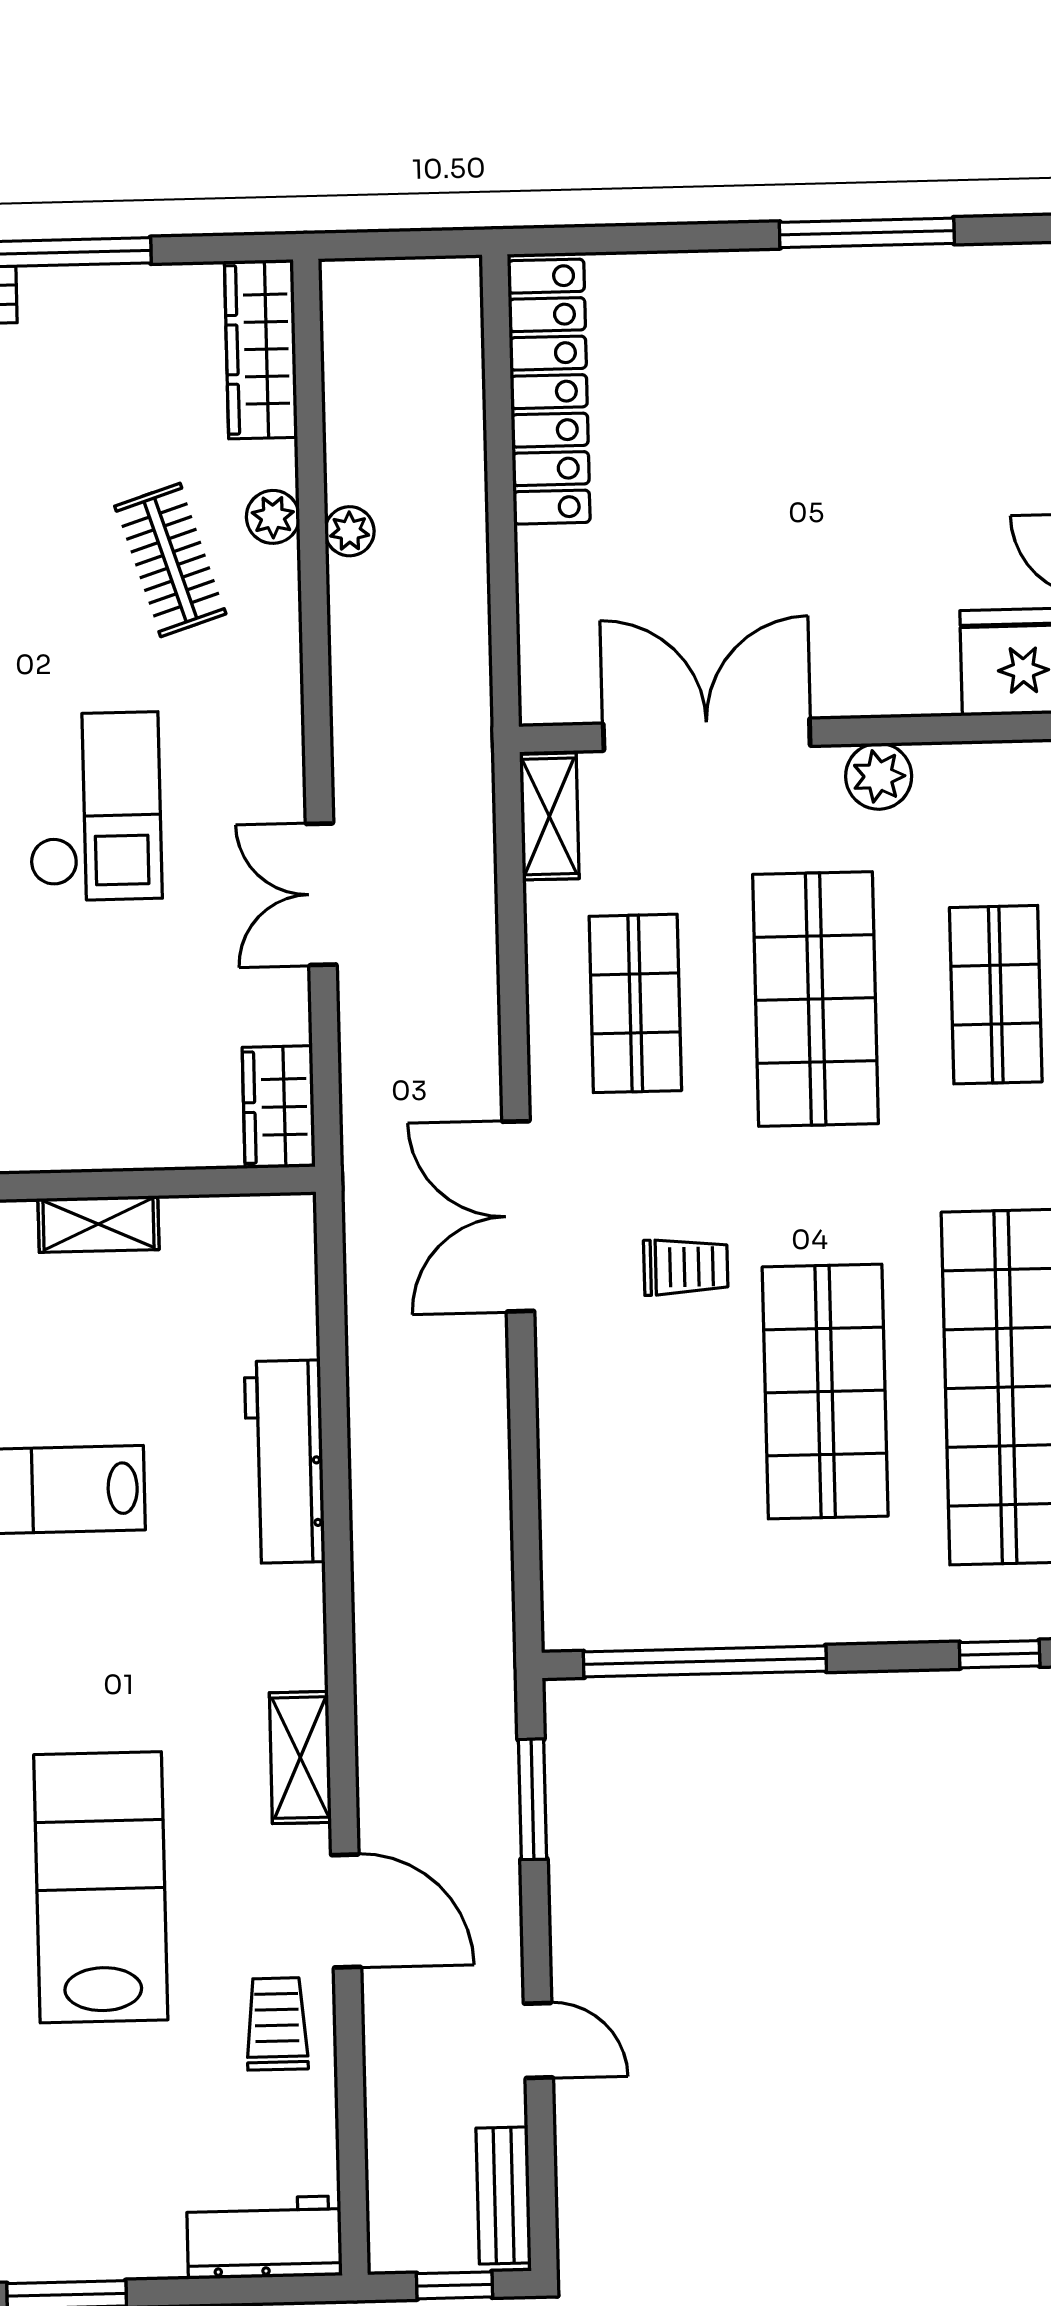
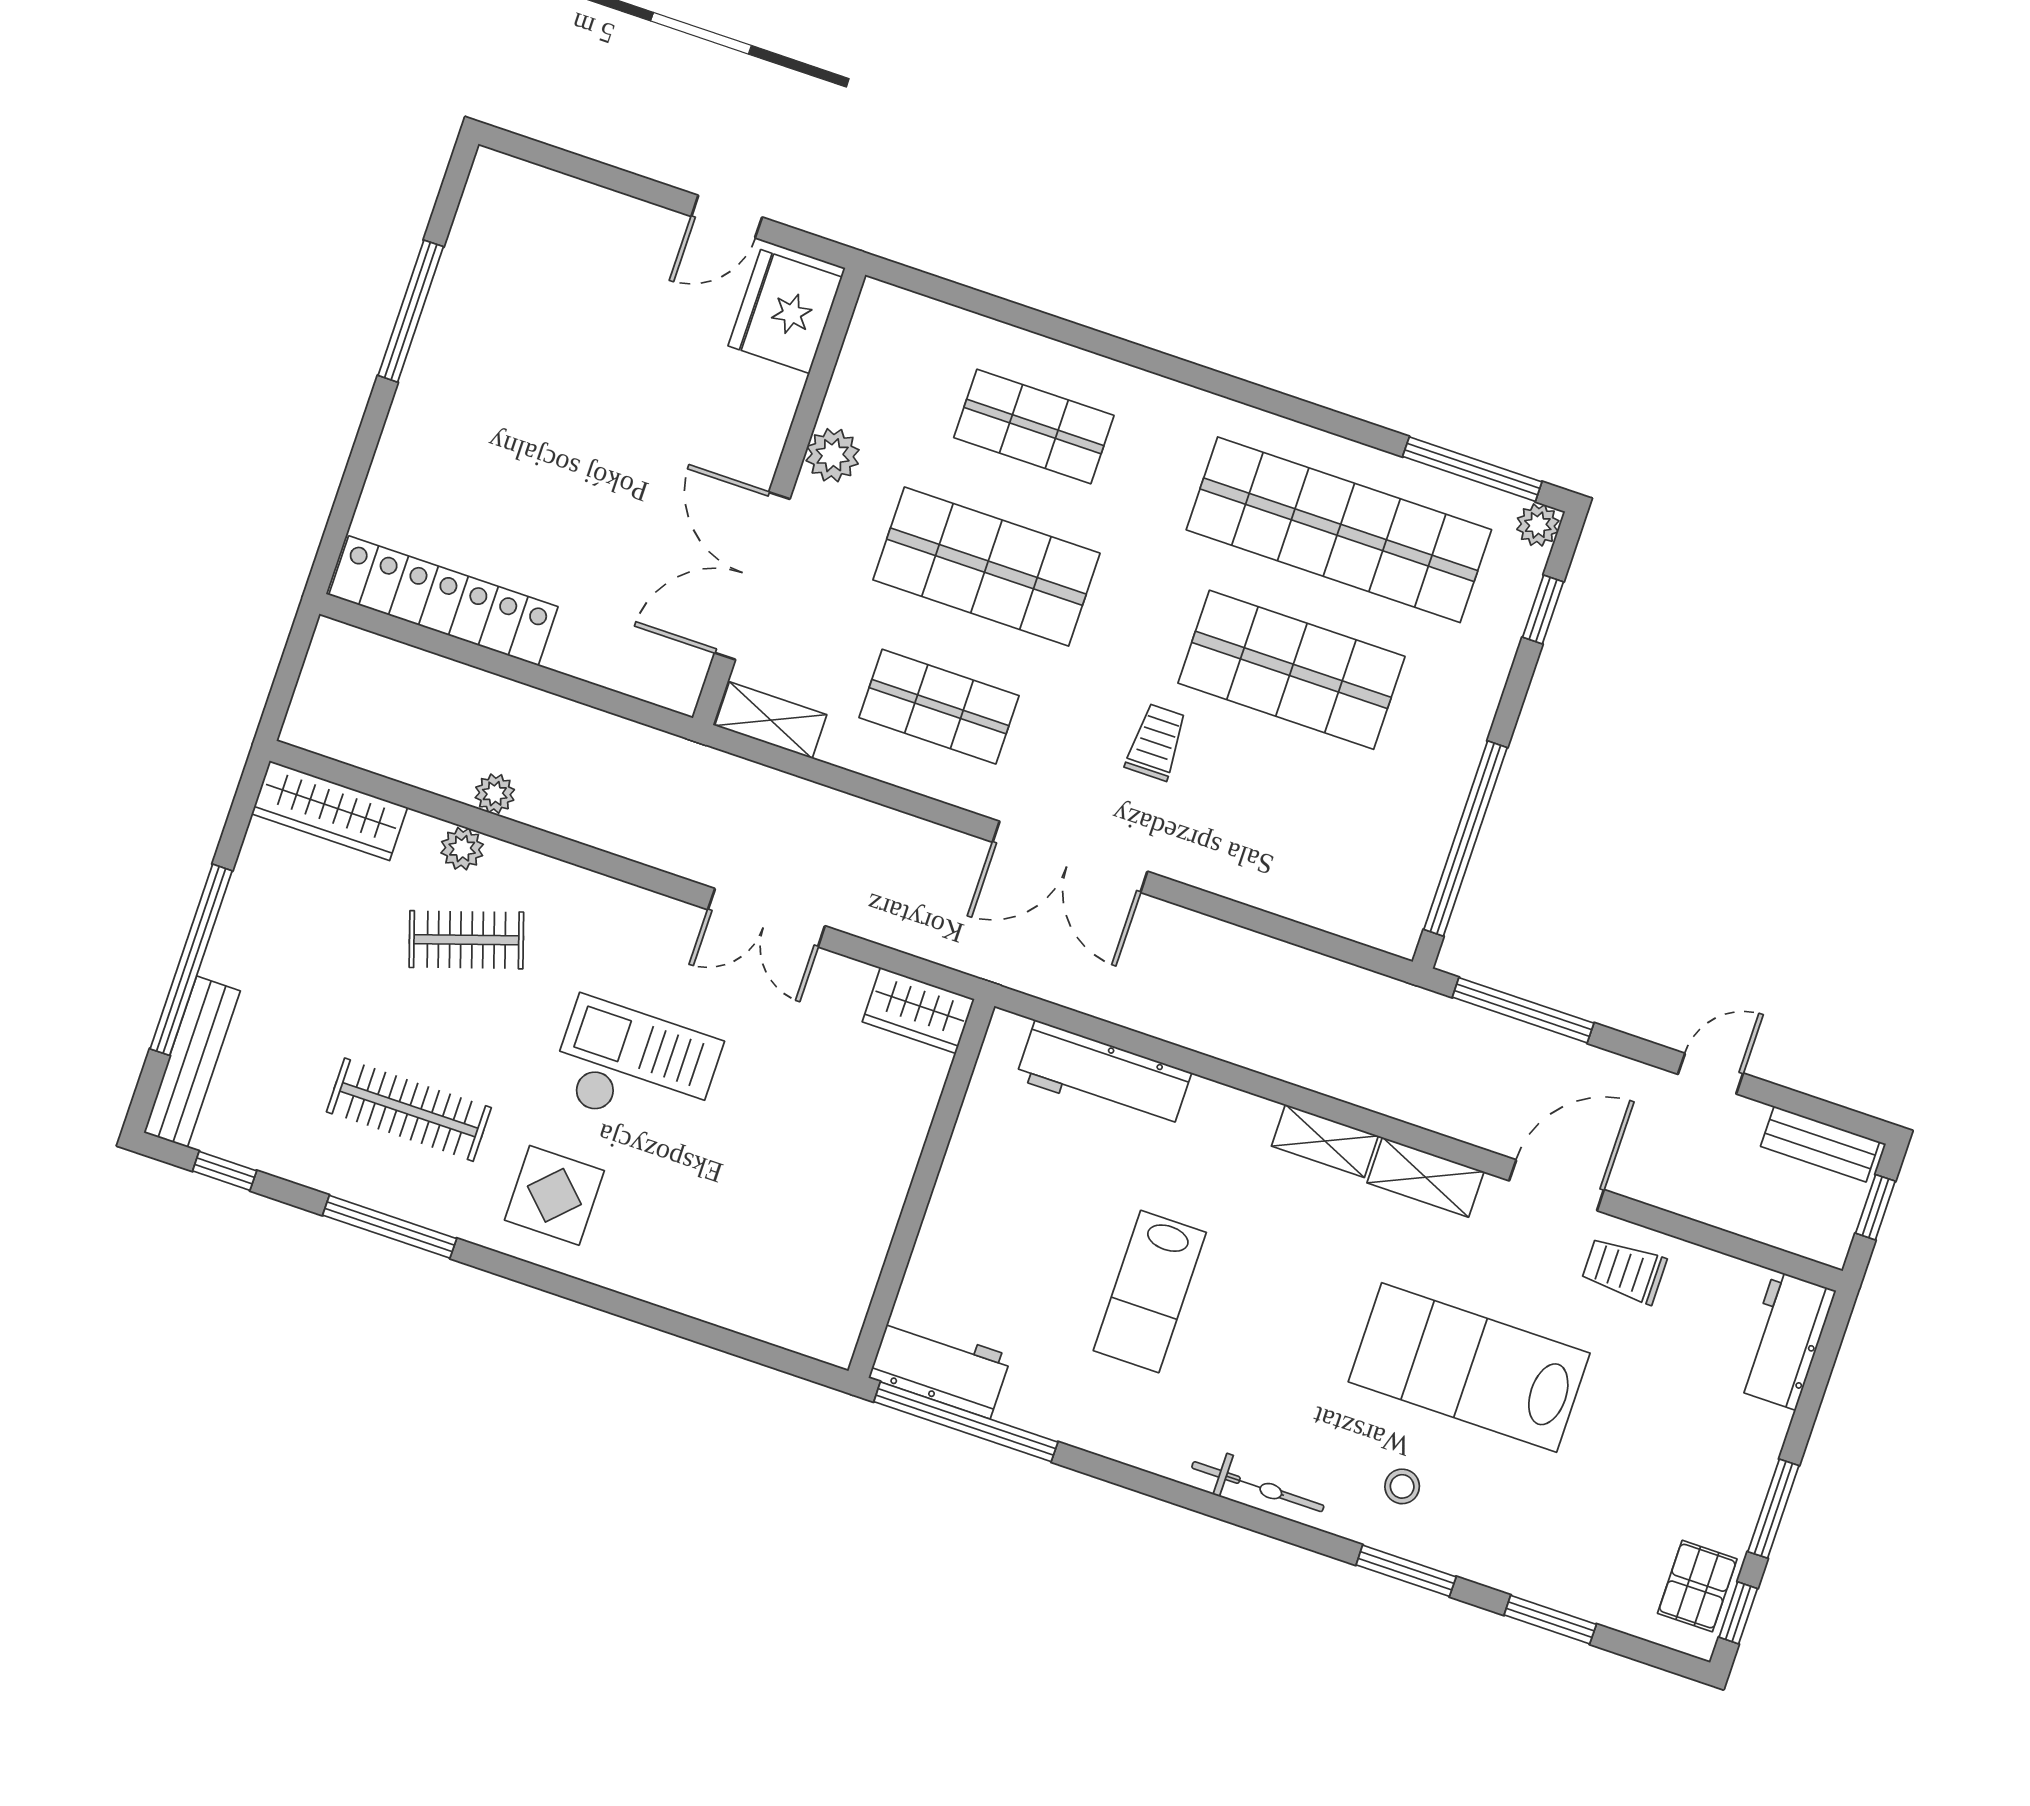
shelving: (98, 1224) -> (1325, 1141), moved, turned 90
workbench: (285, 1462) -> (1103, 1076), moved
window: (532, 1799) -> (1523, 1010), width x1.44

